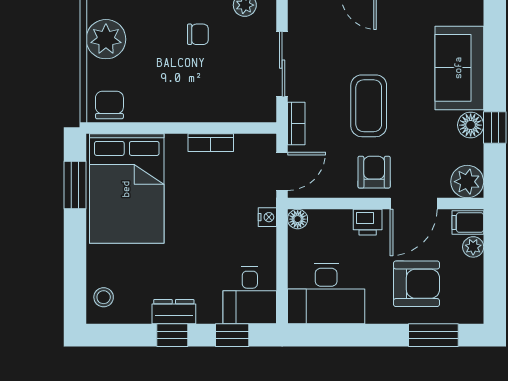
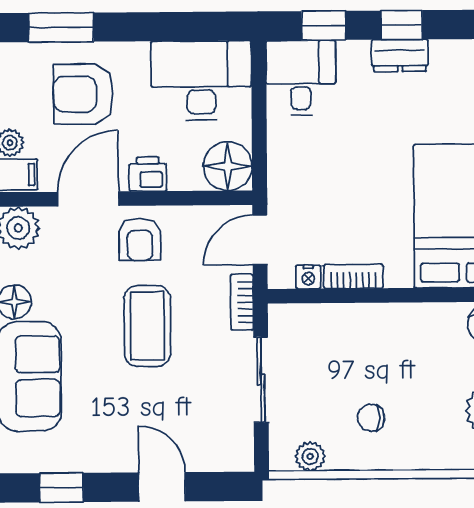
nightstand: (267, 217) -> (308, 277), moved, turned -90
floor lamp: (298, 219) -> (228, 166), width x1.89, depth x1.89

